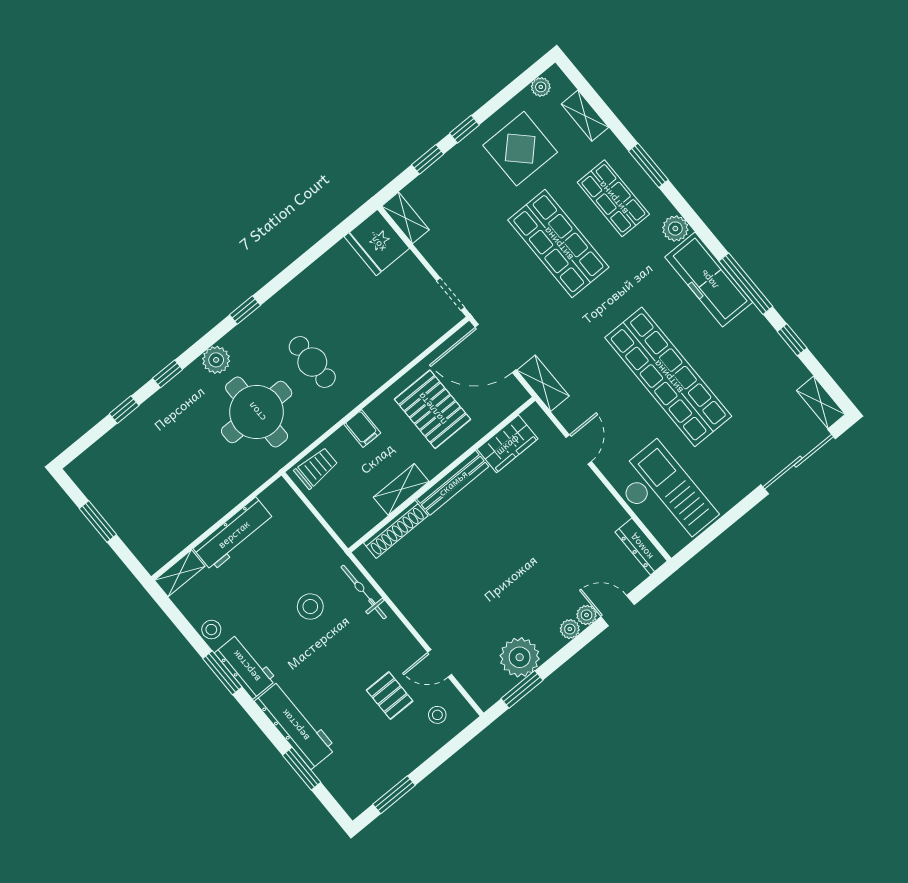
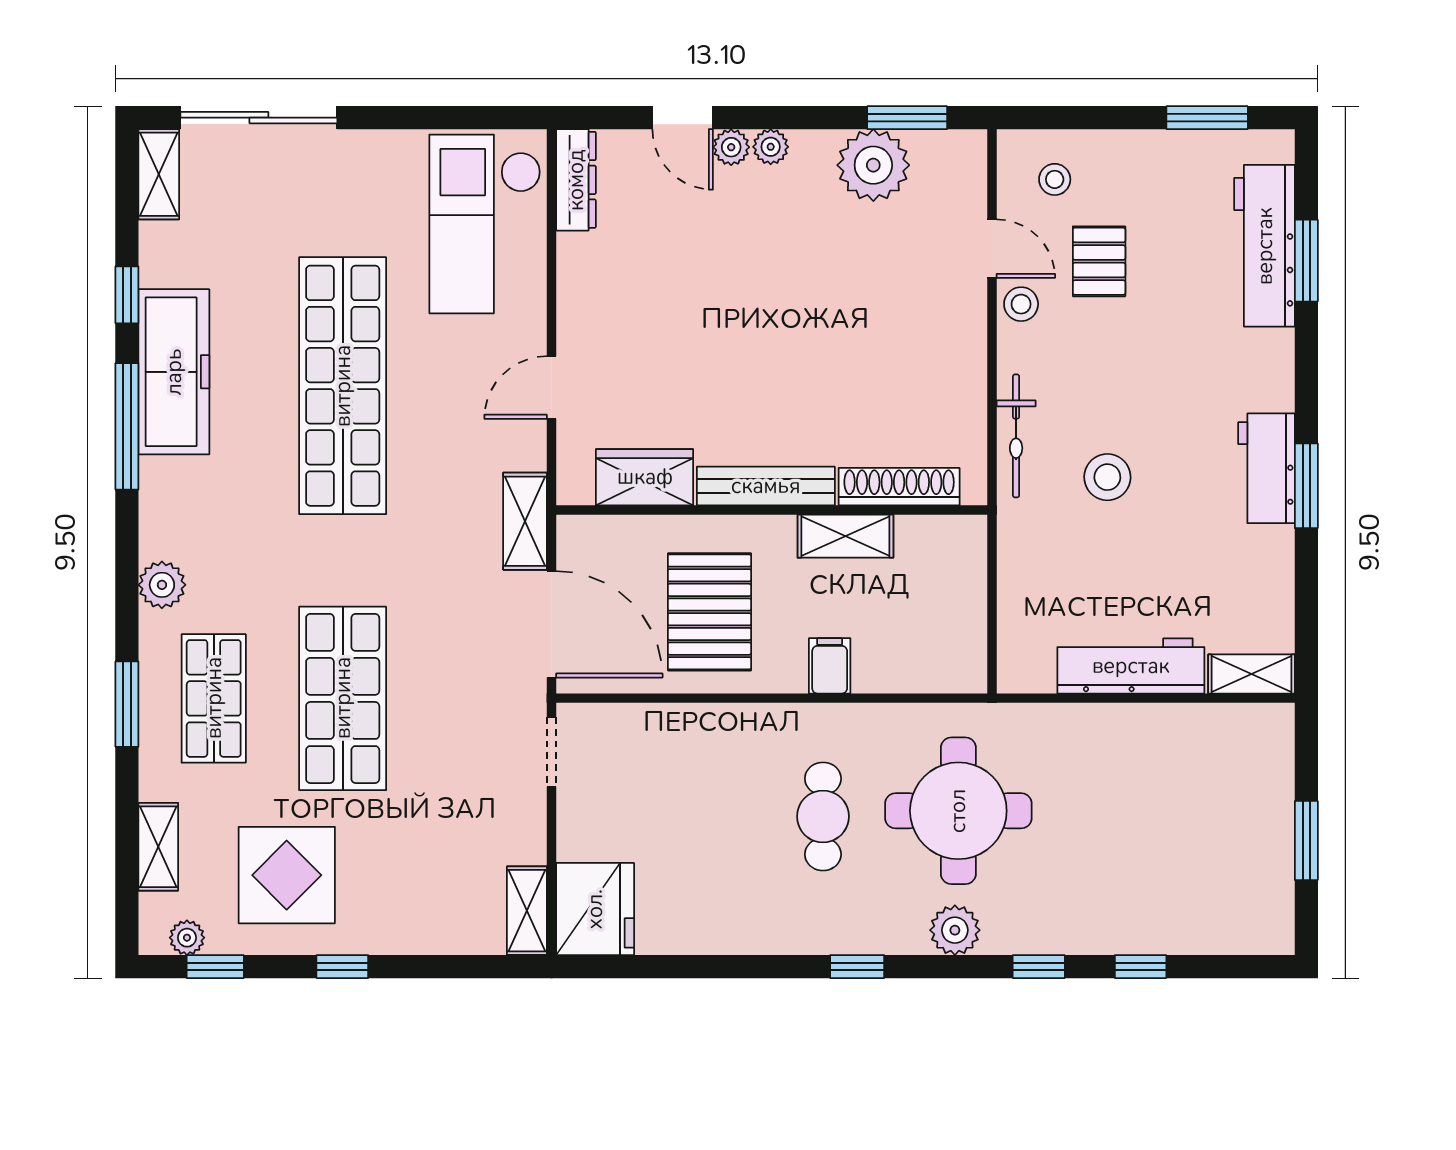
window: (428, 159) -> (215, 967), moved
freezer: (709, 280) -> (174, 372), moved
trolley: (316, 468) -> (940, 664), removed
stool: (211, 630) -> (1021, 304), moved
workbench: (295, 725) -> (1265, 246), moved

